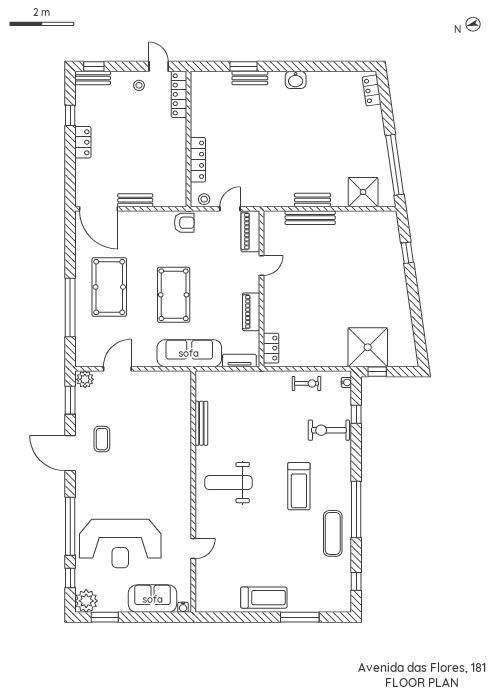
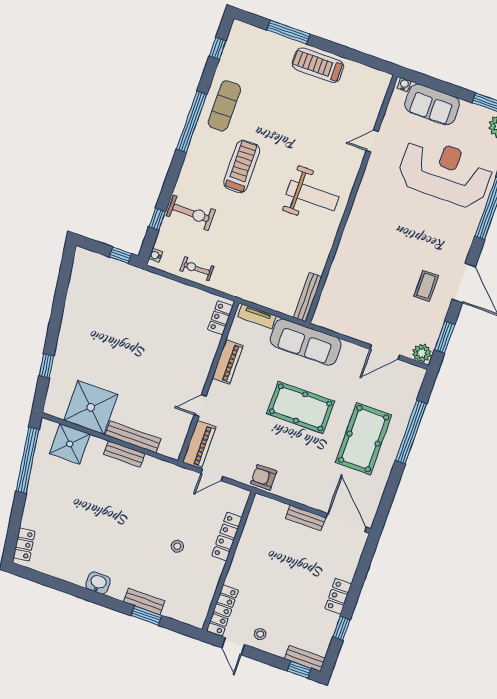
stool: (204, 199) -> (177, 546), moved
pool table: (174, 295) -> (301, 407), turned 90
shower: (368, 347) -> (91, 407), moved
bench: (201, 423) -> (308, 297), moved

